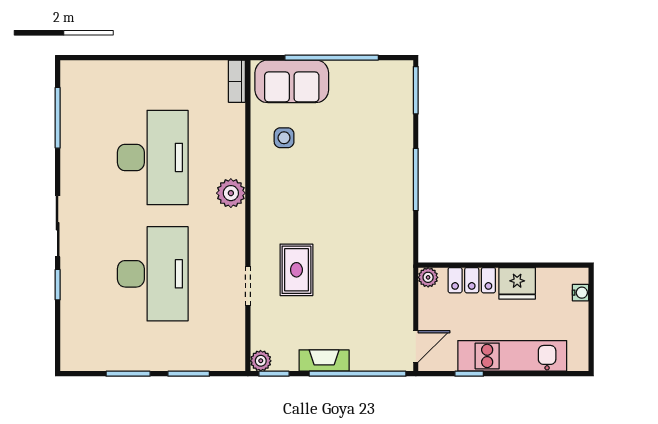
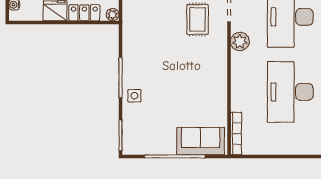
bookcase: (237, 81) -> (236, 134), width x1.56
side table: (284, 138) -> (134, 96), moved
plant: (231, 193) -> (240, 42), moved

